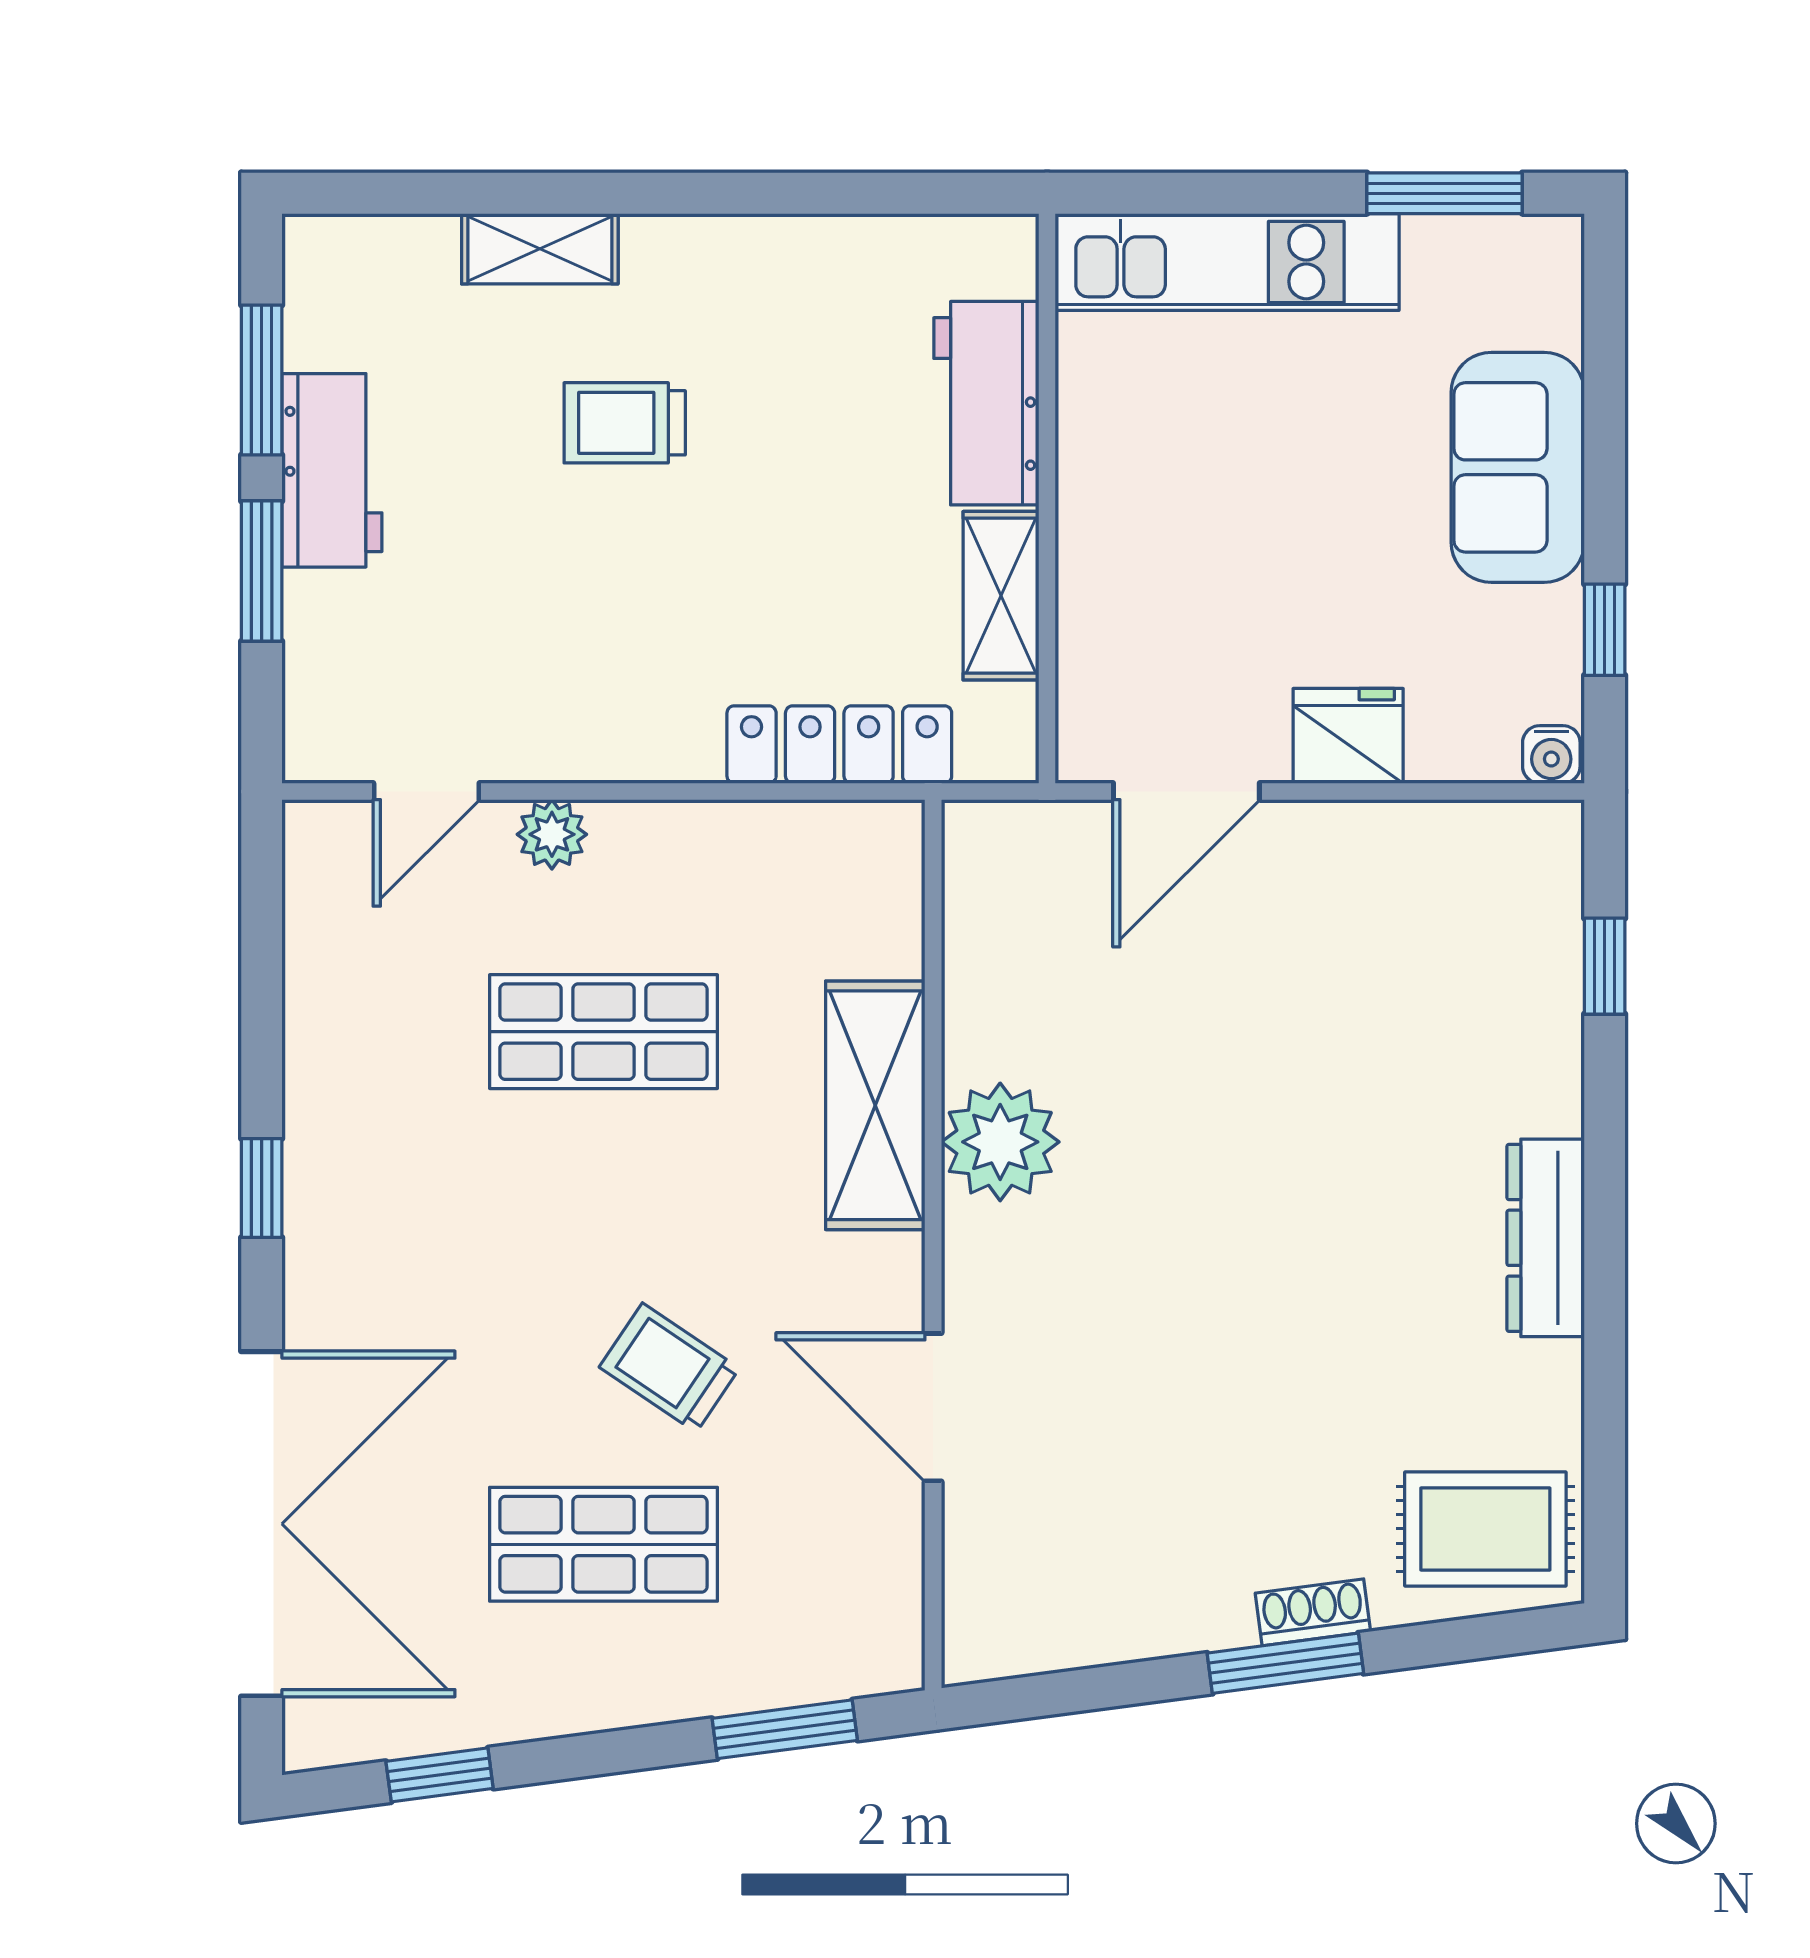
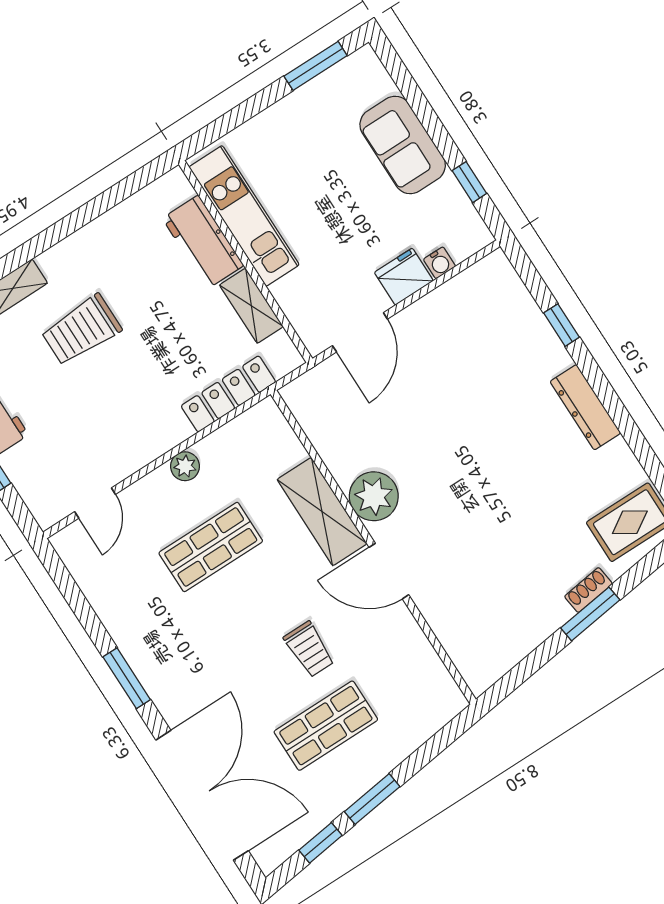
kitchen unit: (1227, 262) -> (244, 216), moved, turned -90
trolley: (625, 423) -> (81, 330), width x1.36, depth x1.39
water cooler: (1551, 754) -> (439, 263), moved
plant: (552, 834) -> (185, 466), moved
window: (1605, 966) -> (562, 325), moved
window: (262, 1188) -> (127, 678), width x1.50
trolley: (669, 1368) -> (309, 649), turned -124
door: (933, 1407) -> (389, 571), moved
window: (785, 1729) -> (372, 799), moved

